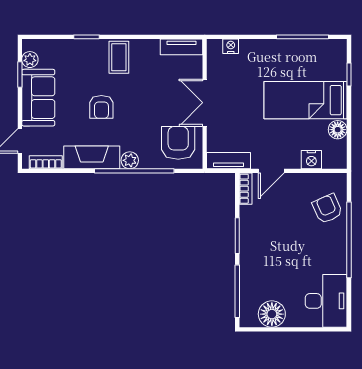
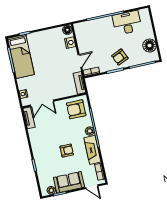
coffee table: (119, 57) -> (41, 147), removed
bed: (305, 100) -> (21, 56), moved
double door: (205, 103) -> (42, 103), moved
floor lamp: (338, 130) -> (67, 30), moved
door: (271, 171) -> (80, 61), hinge flipped
armchair: (327, 209) -> (120, 57), moved
desk: (326, 301) -> (127, 23), moved

